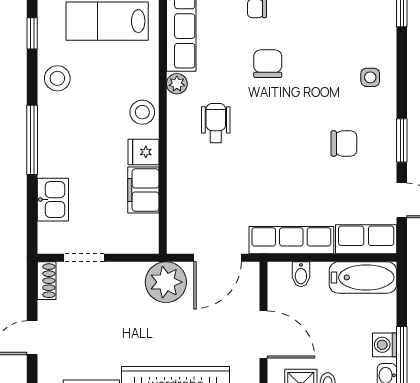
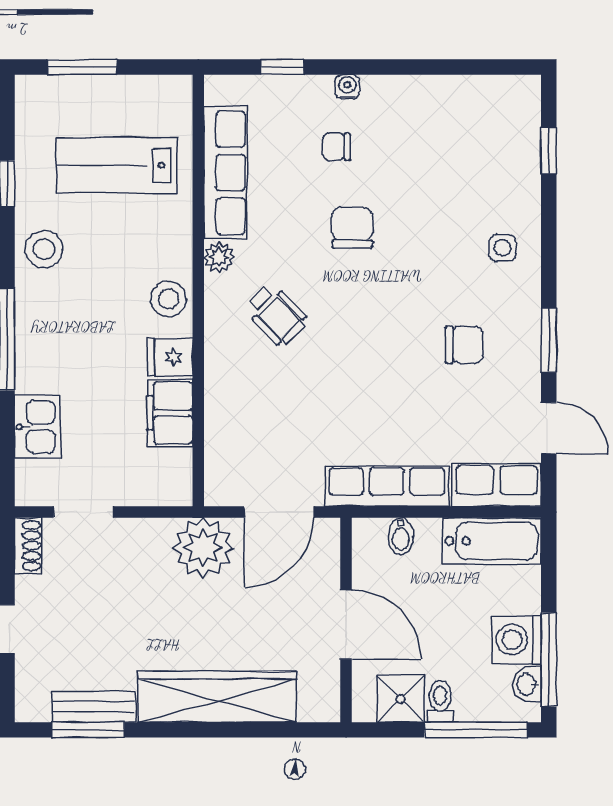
wheelchair: (216, 123) -> (276, 315), turned 136
washing machine: (385, 345) -> (517, 640), width x1.38, depth x1.38

